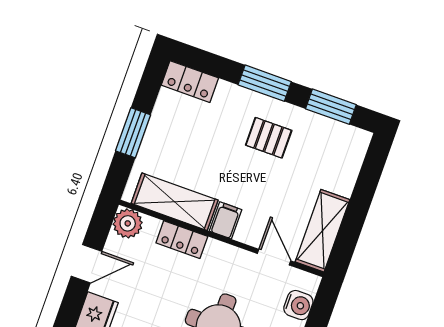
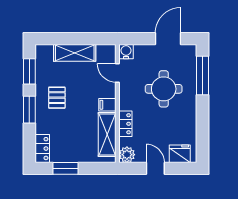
window: (133, 133) -> (65, 168), moved
shelving: (322, 231) -> (75, 53), moved
door: (274, 257) -> (117, 73), hinge flipped
water cooler: (298, 305) -> (126, 52), moved

